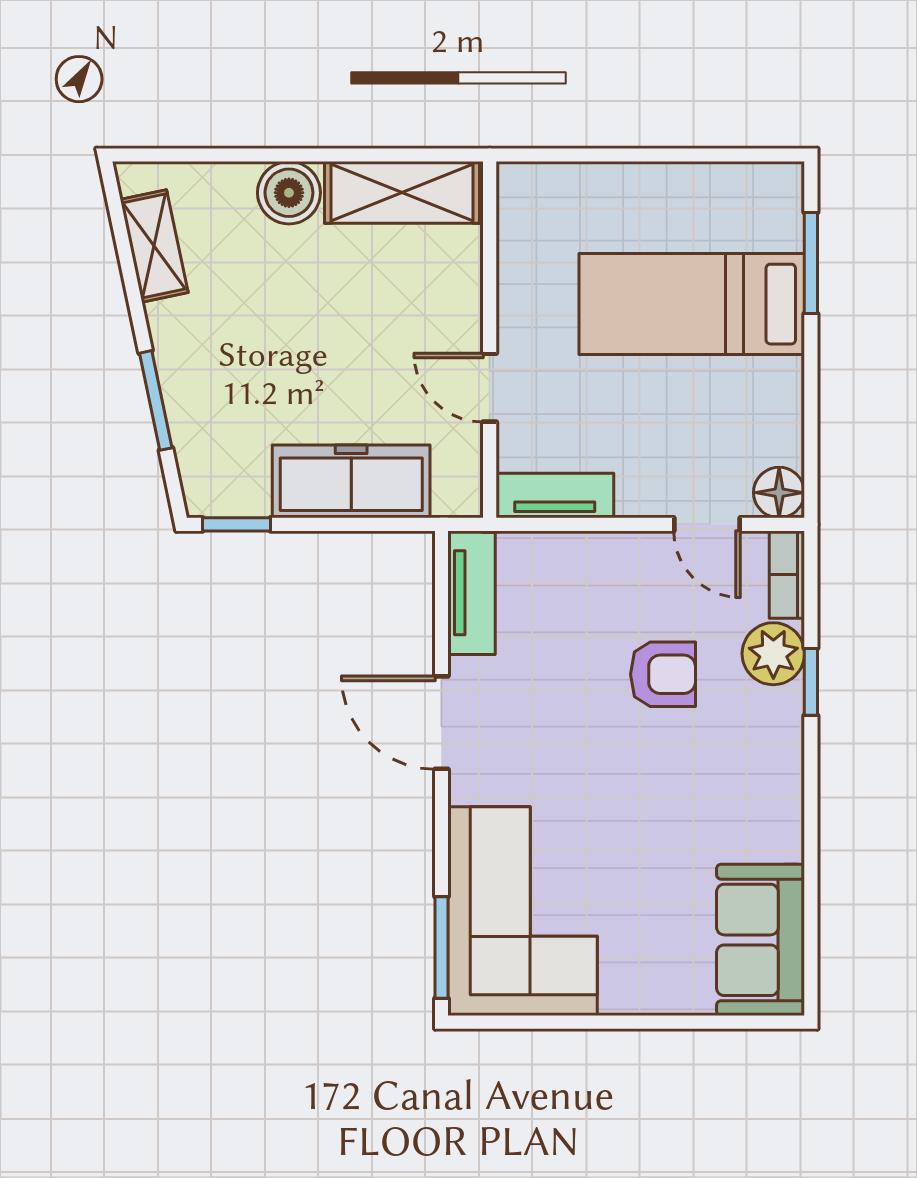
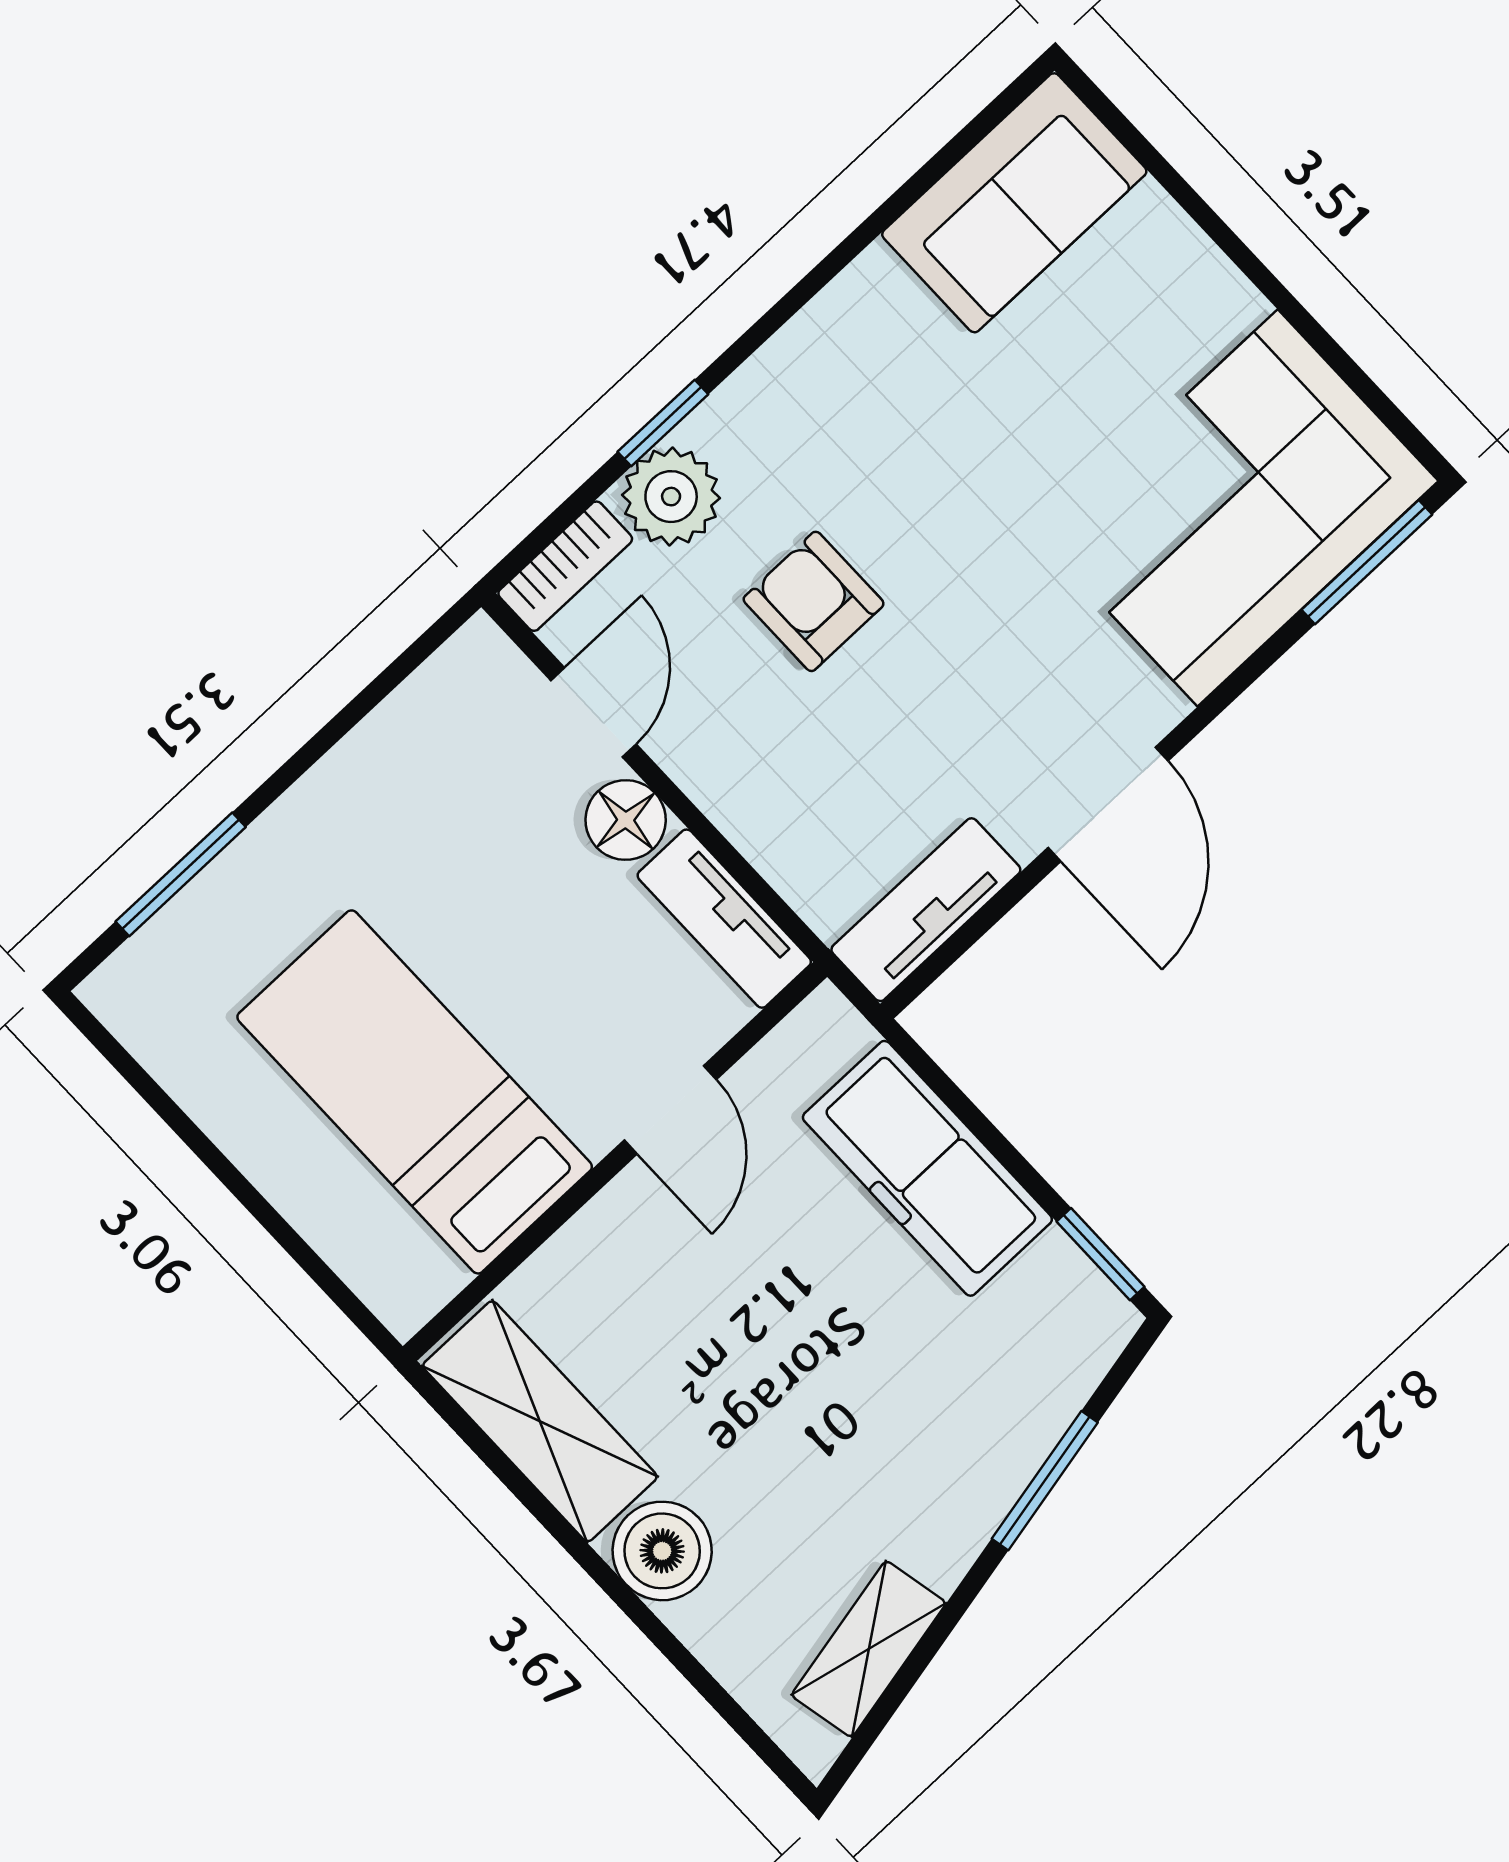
bed: (692, 304) -> (415, 1092), moved, turned 180
floor lamp: (779, 493) -> (626, 820), moved

